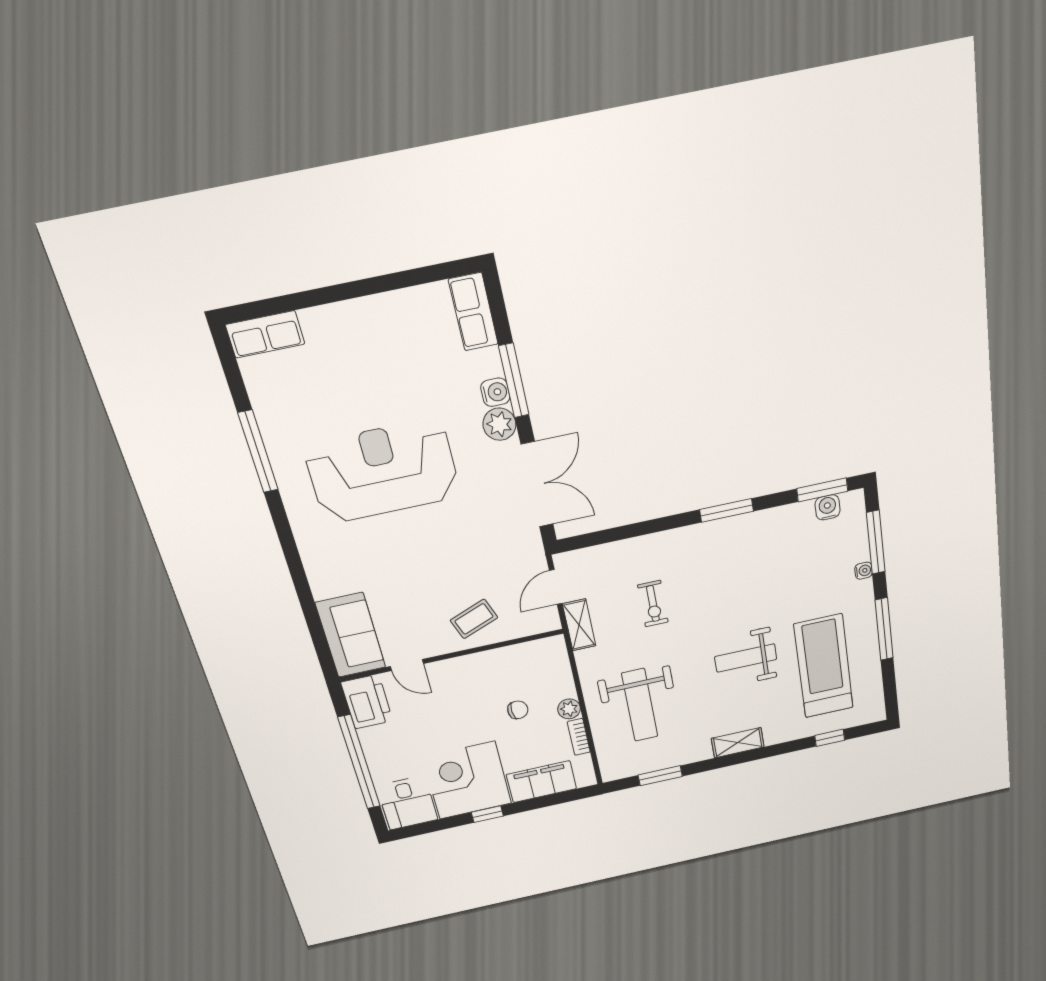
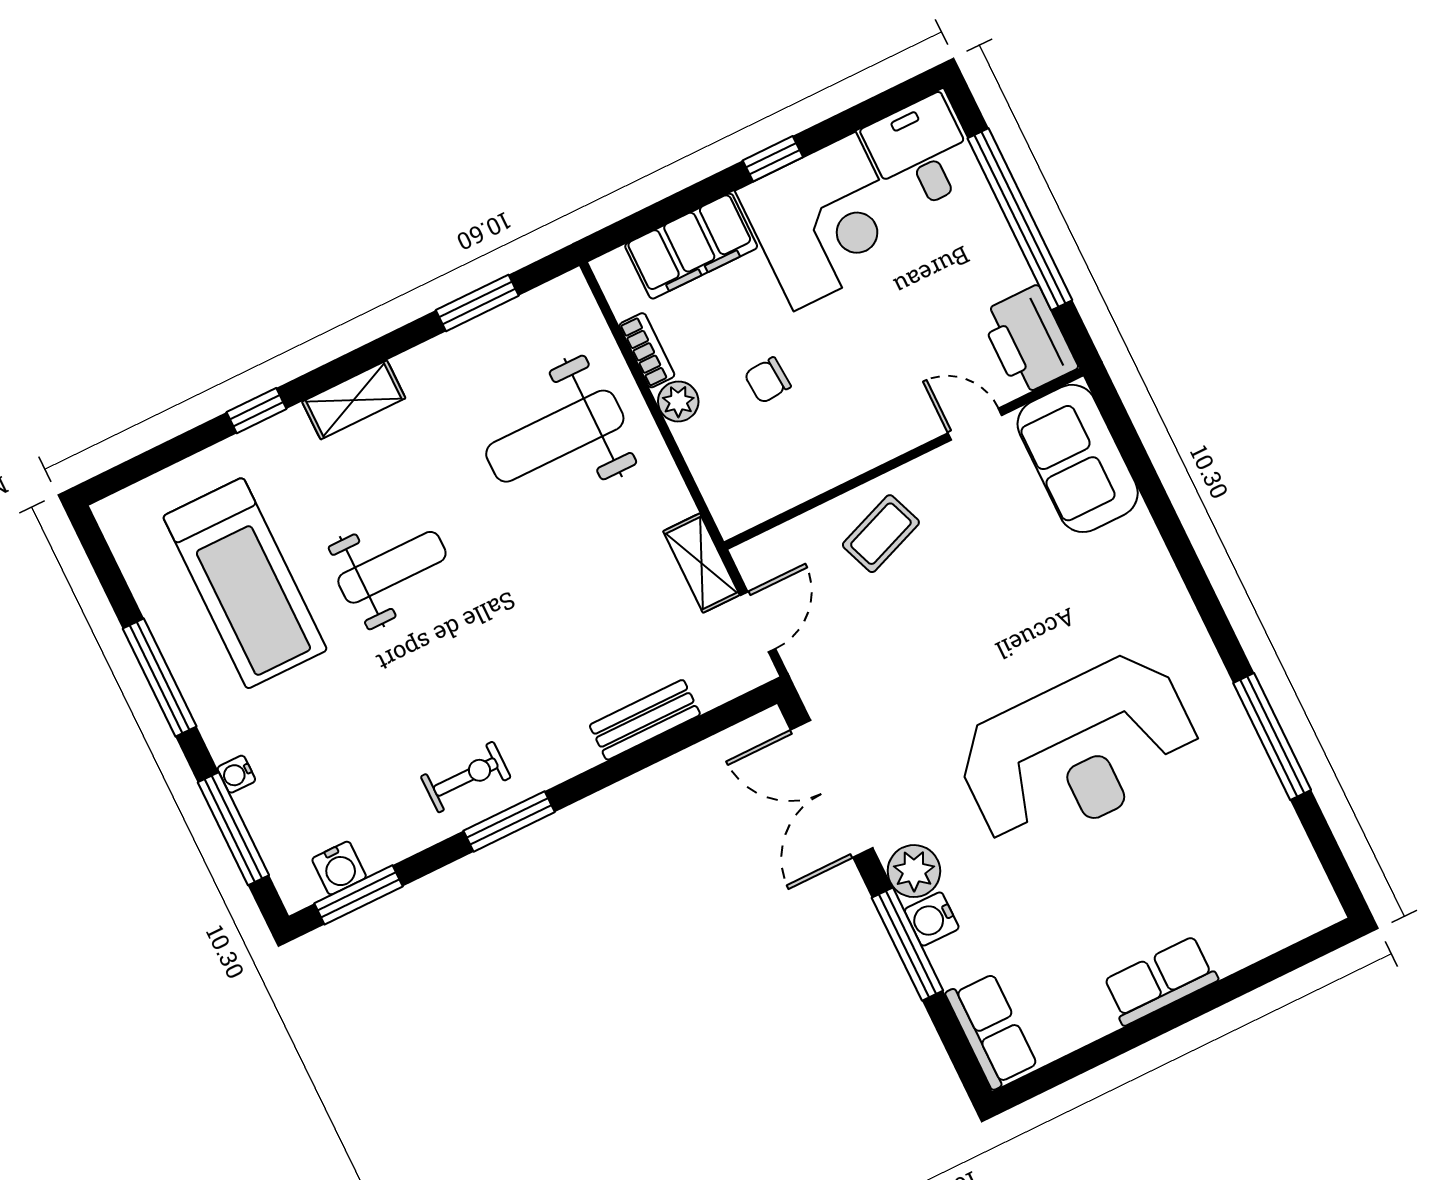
row of seats: (265, 334) -> (1160, 981), moved
bench: (634, 548) -> (645, 720), added
exercise bike: (653, 604) -> (466, 777), moved, turned 90
weight bench: (640, 705) -> (555, 436), turned -90
window: (830, 738) -> (257, 411), moved

